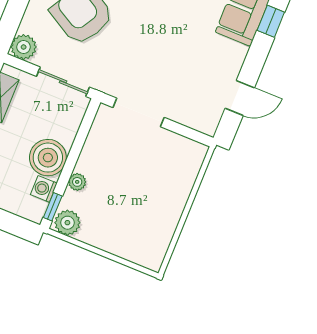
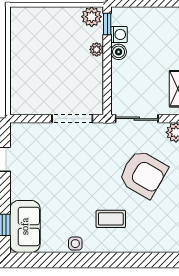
boiler: (48, 158) -> (119, 52), width x0.54, depth x0.54

